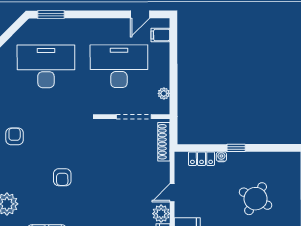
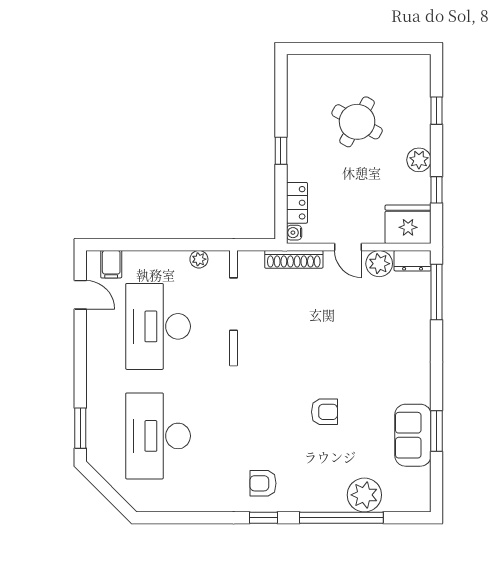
shoe rack: (164, 142) -> (294, 259), moved
water cooler: (221, 157) -> (294, 233), moved

